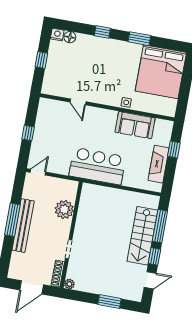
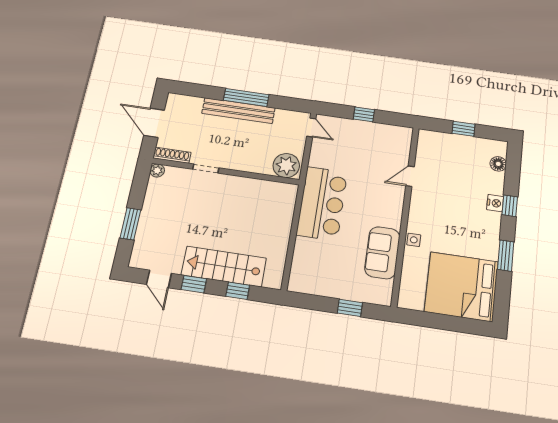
nightstand: (57, 35) -> (495, 203), moved
fireplace: (159, 164) -> (328, 287), removed
plant: (64, 210) -> (286, 166), moved
window: (160, 226) -> (238, 291), width x0.46

